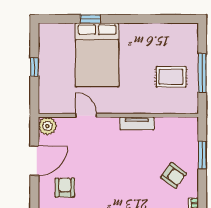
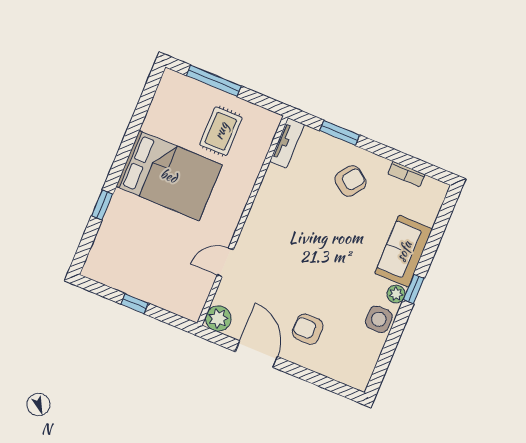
bed: (97, 55) -> (169, 176), moved
window: (202, 73) -> (214, 81), moved
tv unit: (137, 123) -> (287, 143), moved

